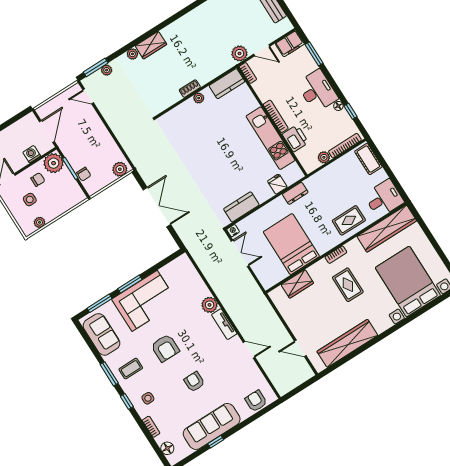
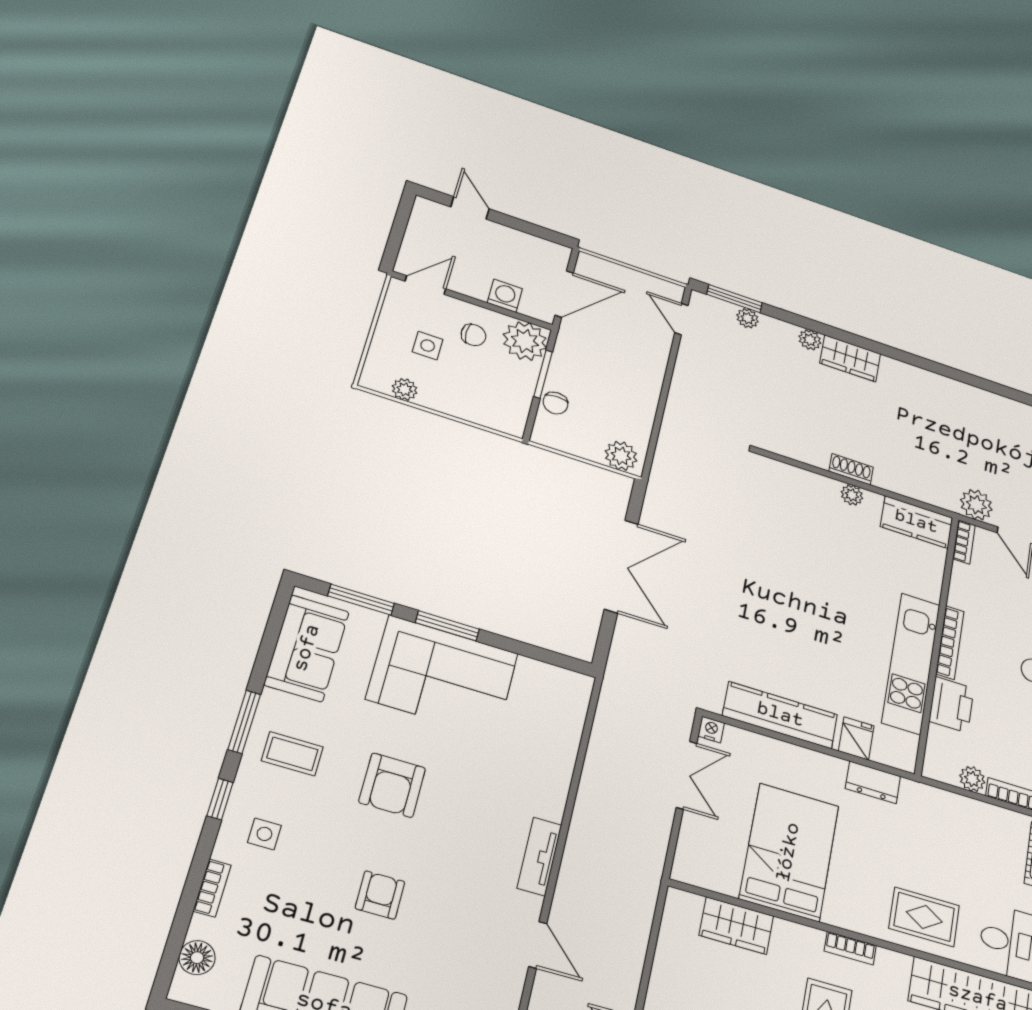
kitchen counter: (241, 207) -> (780, 715), width x1.50
plant: (210, 305) -> (548, 799), removed

